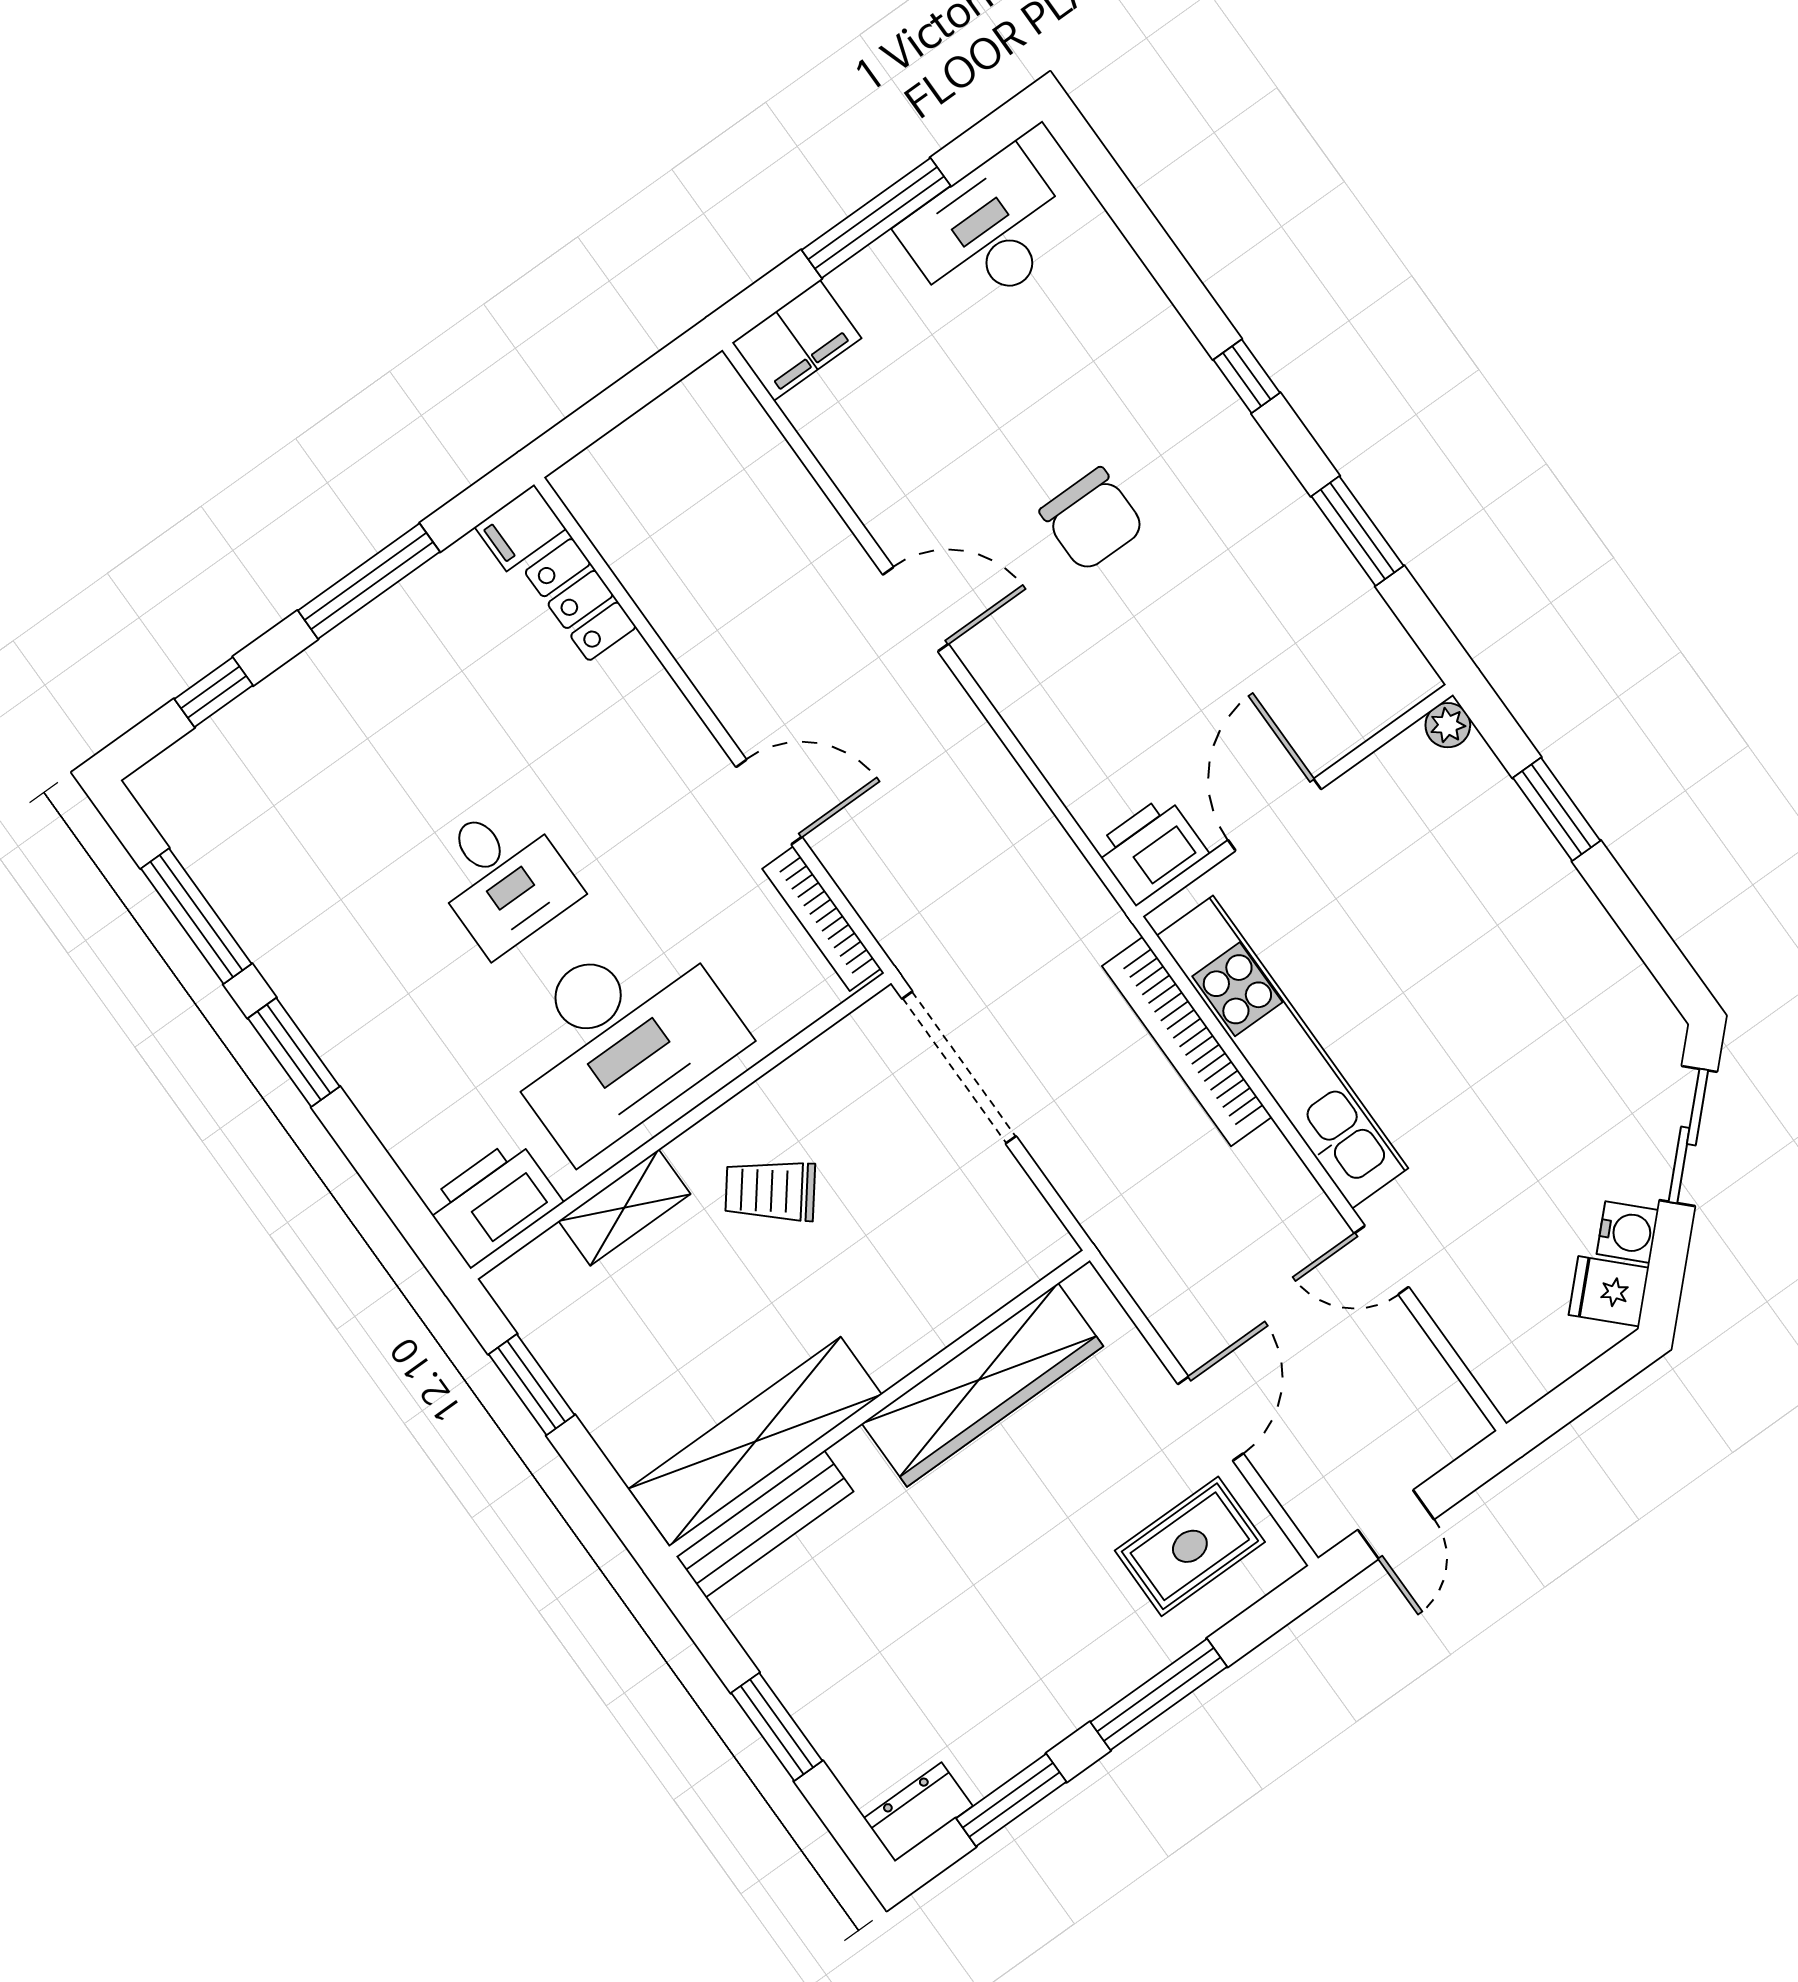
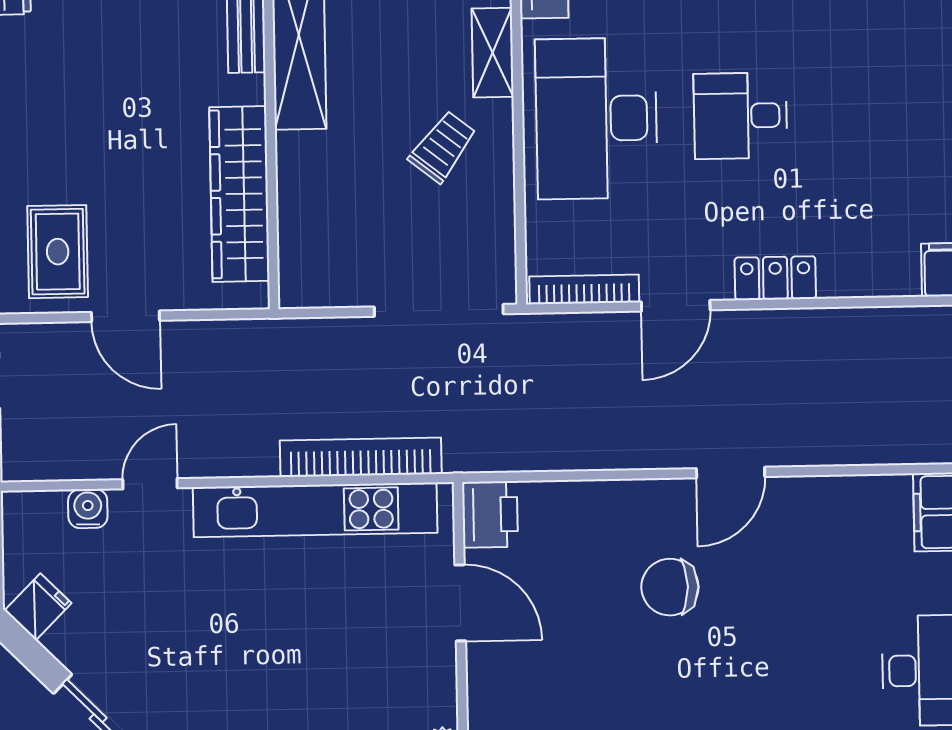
chair: (1092, 520) -> (670, 587), moved
locker: (580, 599) -> (775, 278), moved
water cooler: (1628, 1232) -> (88, 509), moved, turned 135

